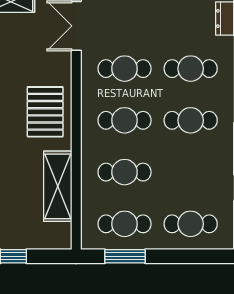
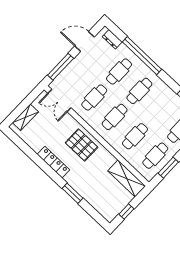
shelving: (58, 186) -> (127, 178), moved

